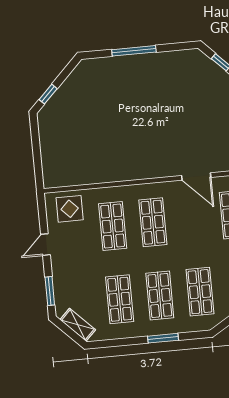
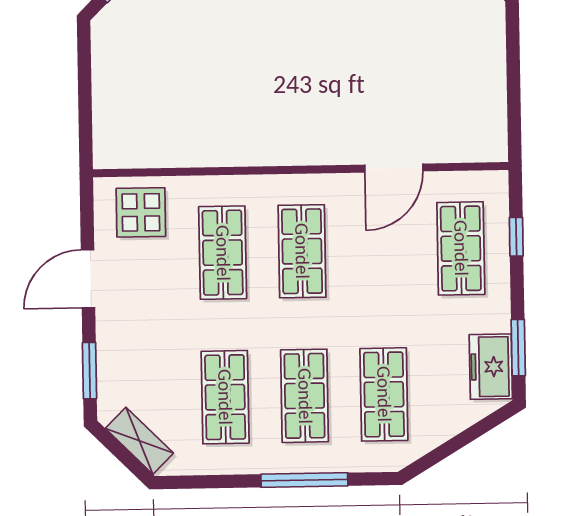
door: (196, 176) -> (394, 168), hinge flipped
door: (45, 245) -> (88, 279), width x1.38
window: (163, 338) -> (304, 480), width x1.44

